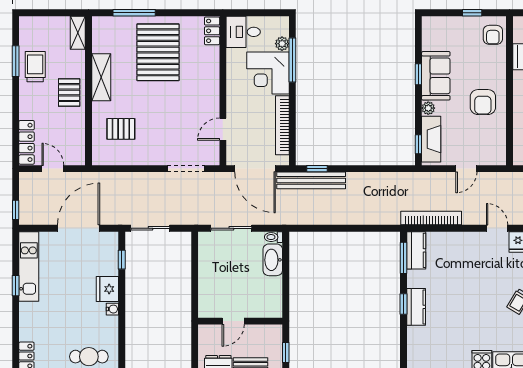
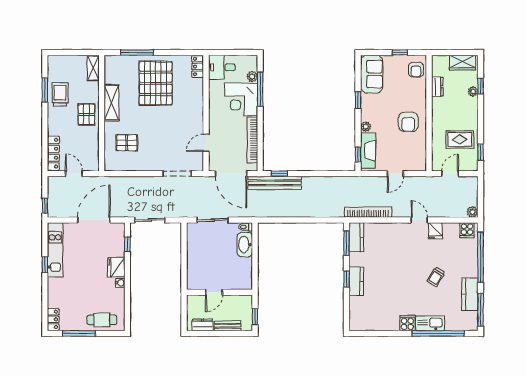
sofa: (436, 76) -> (372, 74), moved

